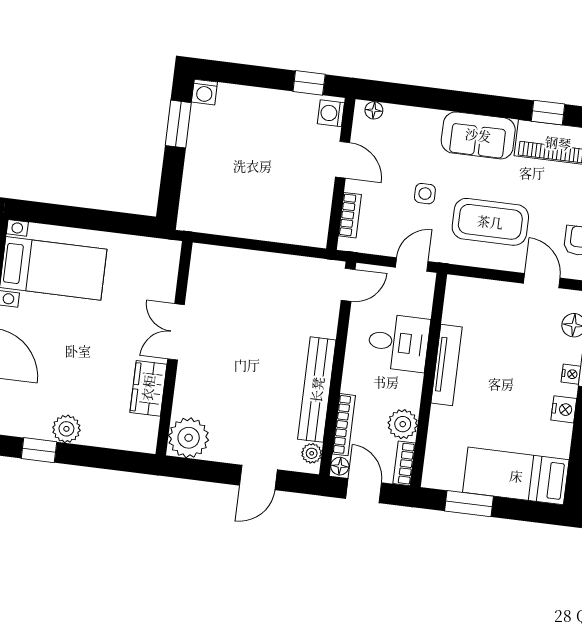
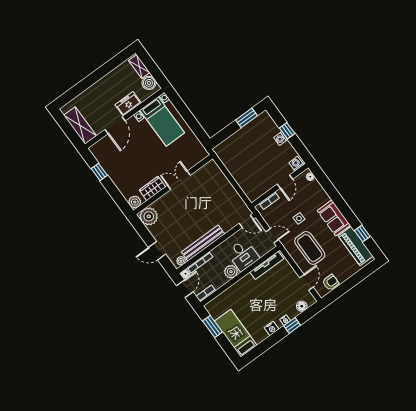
window: (309, 83) -> (287, 131), moved
washing machine: (204, 92) -> (281, 139), moved
tv unit: (447, 365) -> (267, 265), moved
plant: (403, 424) -> (231, 272), moved
plant: (66, 429) -> (135, 202), moved

